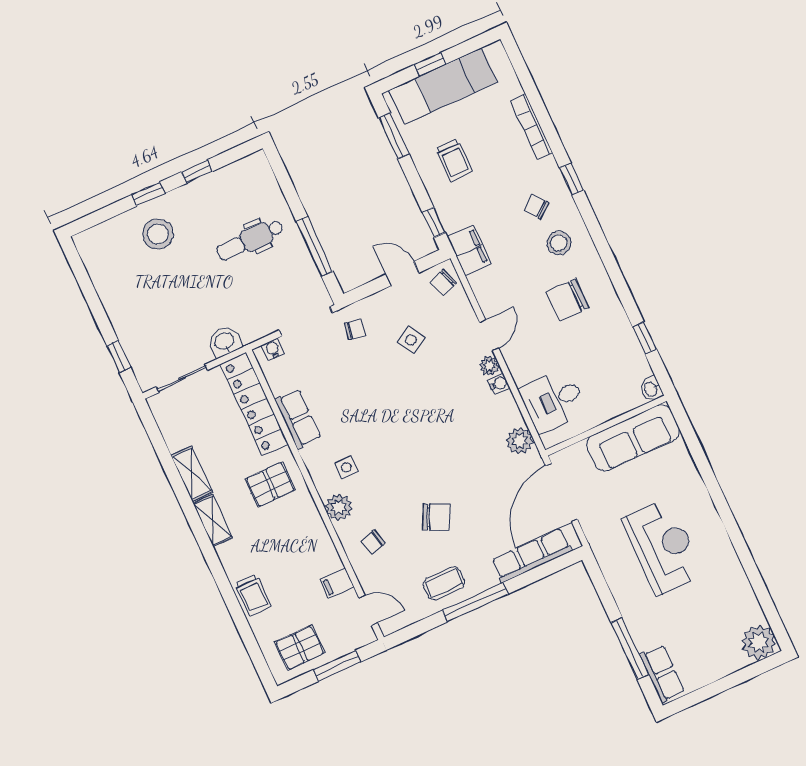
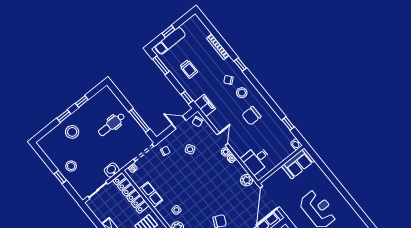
exam couch: (443, 86) -> (170, 41), width x0.73, depth x0.69
stool: (136, 309) -> (71, 166), added
window: (119, 357) -> (60, 177), moved
sofa: (633, 438) -> (298, 163), width x0.73

